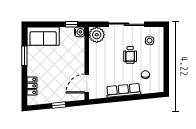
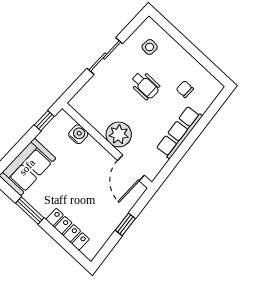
sliding door: (126, 24) -> (105, 56), width x0.73
water cooler: (80, 32) -> (78, 134), moved
plant: (97, 35) -> (119, 134), moved
locker: (32, 86) -> (68, 229), width x1.53

